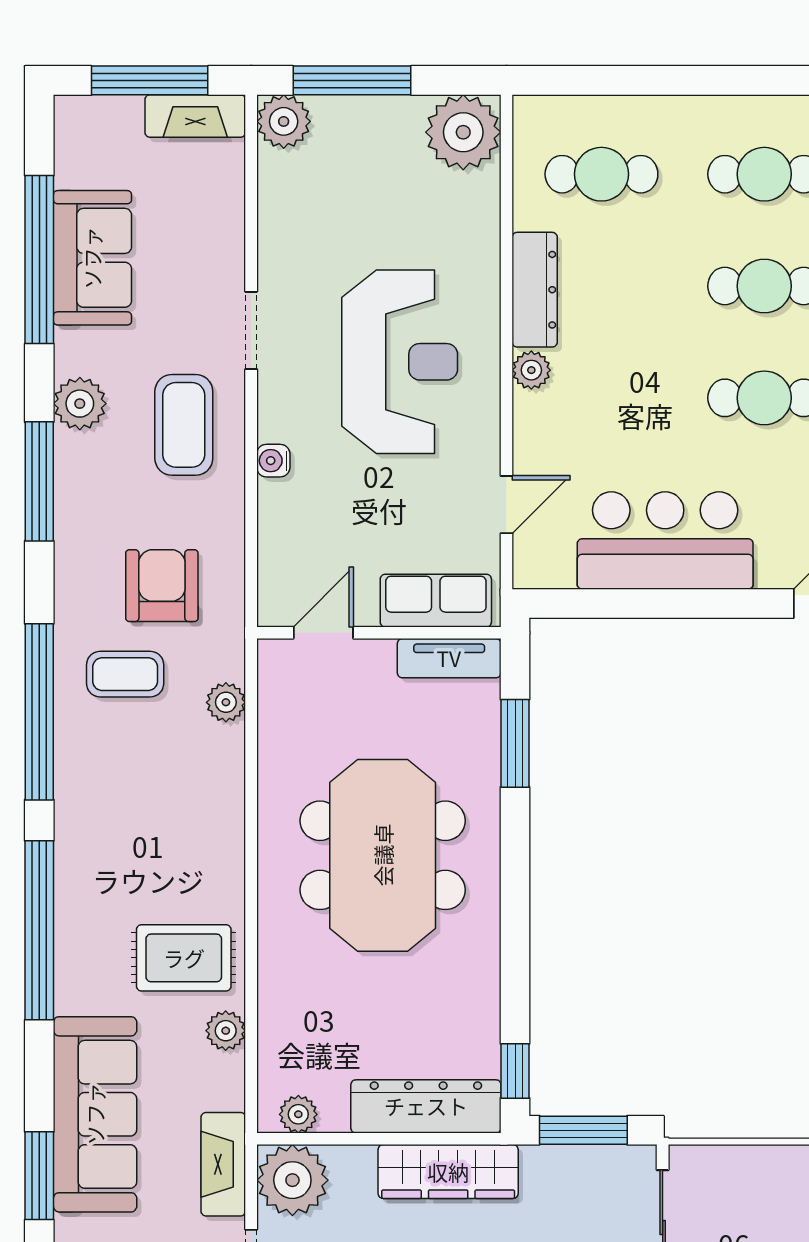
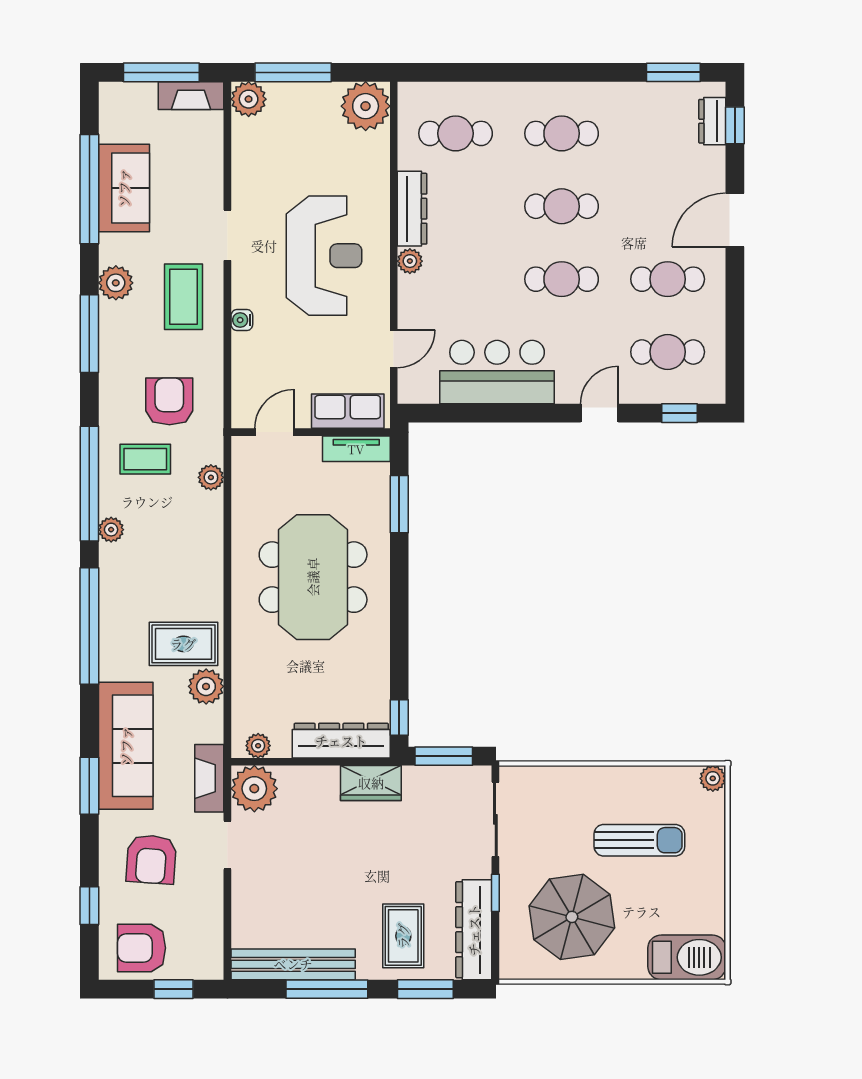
plant: (73, 782) -> (111, 530), added
plant: (226, 1031) -> (206, 686), width x1.38, depth x1.38
wardrobe: (448, 1172) -> (371, 783), width x0.67

